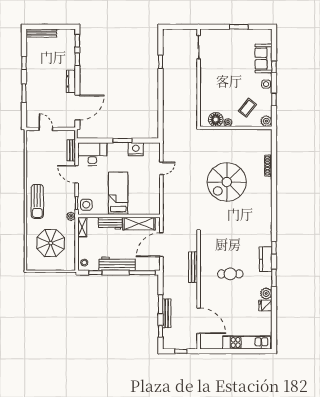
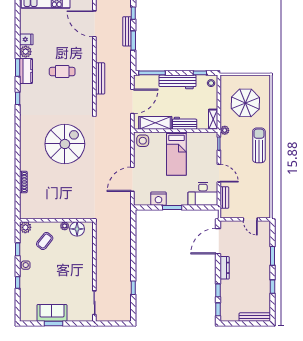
sofa: (264, 59) -> (52, 313), moved, turned -90
door: (161, 168) -> (132, 179), width x1.87
spiral stairs: (227, 182) -> (65, 144), moved
side table: (86, 205) -> (143, 141), moved
kitchen counter: (266, 259) -> (26, 71), moved

